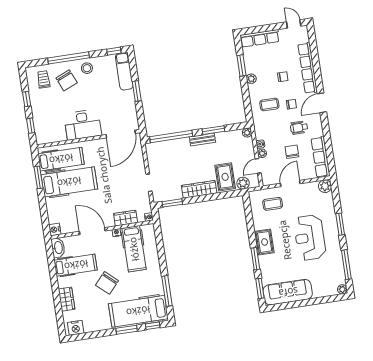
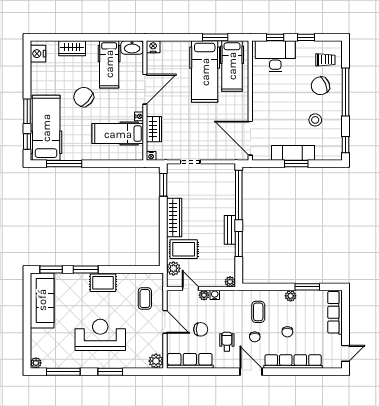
stool: (87, 68) -> (315, 120), moved
exam couch: (124, 71) -> (293, 153), moved
desk: (83, 125) -> (275, 56), moved, turned 90

